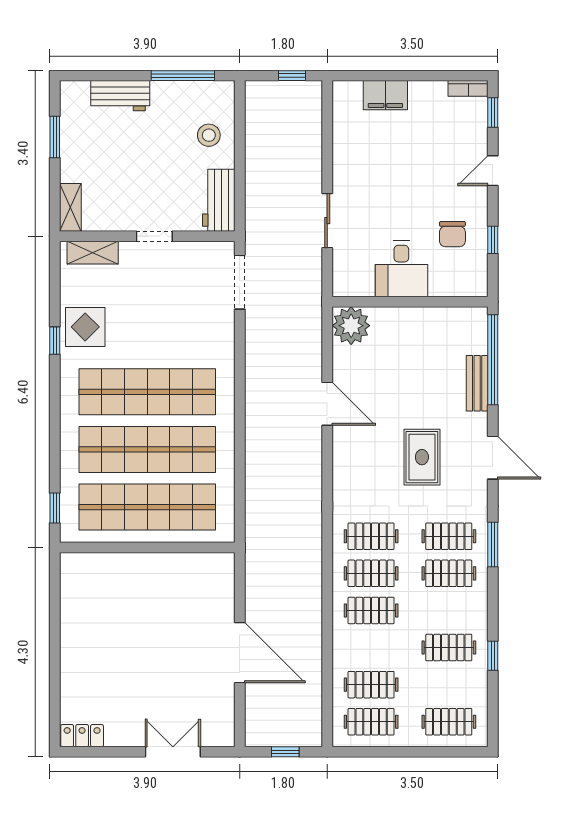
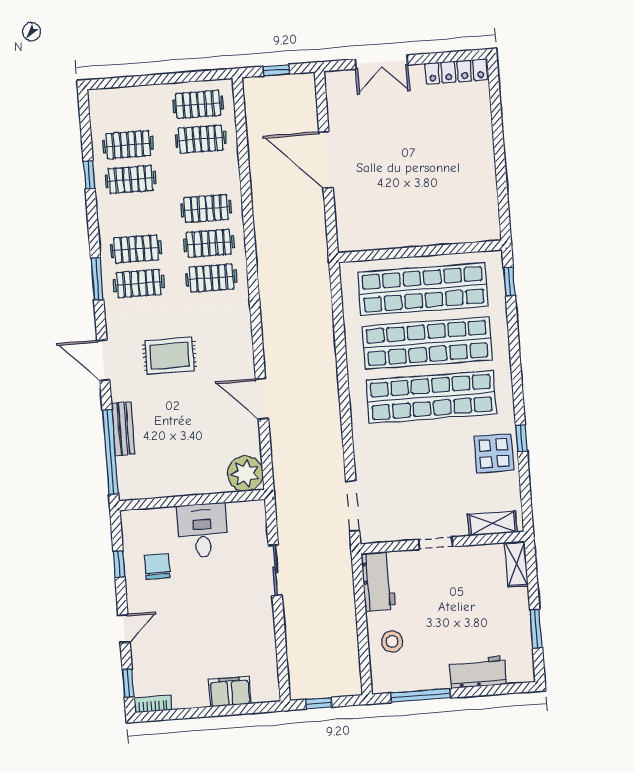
rug: (422, 457) -> (170, 356), turned 90
clothes rail: (449, 722) -> (128, 145), moved
locker: (82, 736) -> (456, 71), width x1.53

